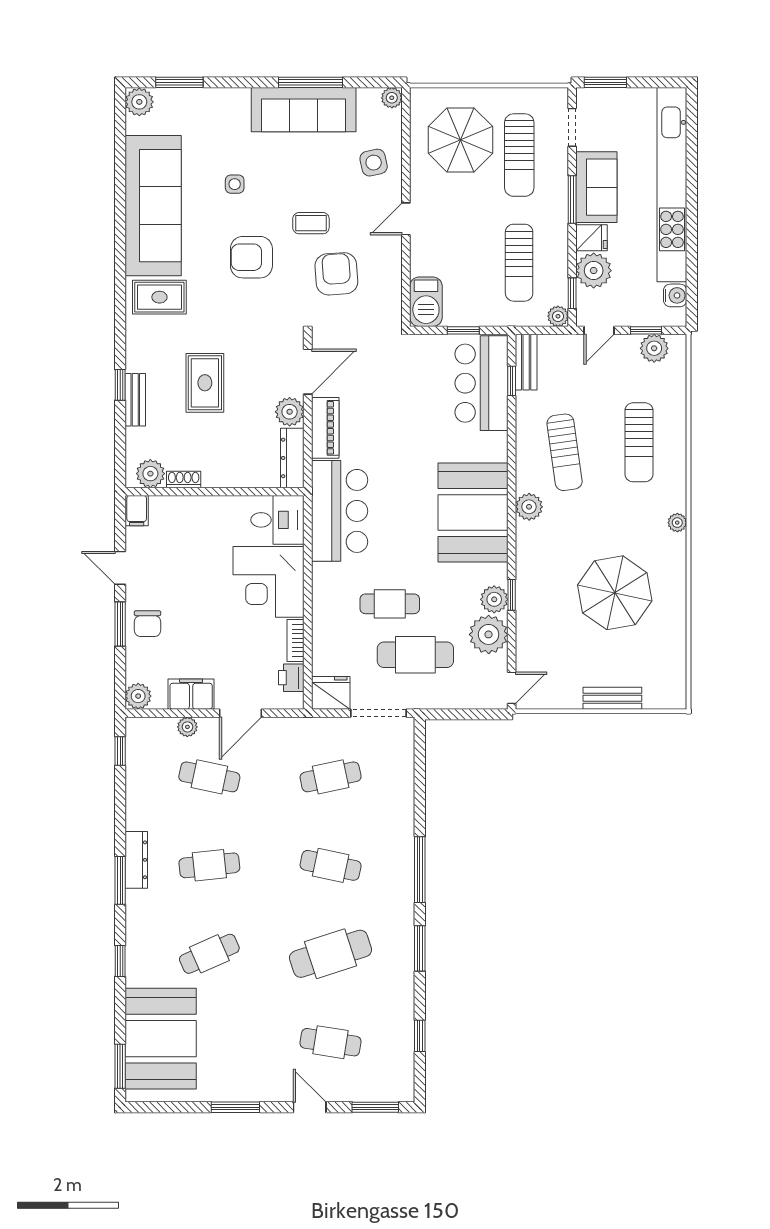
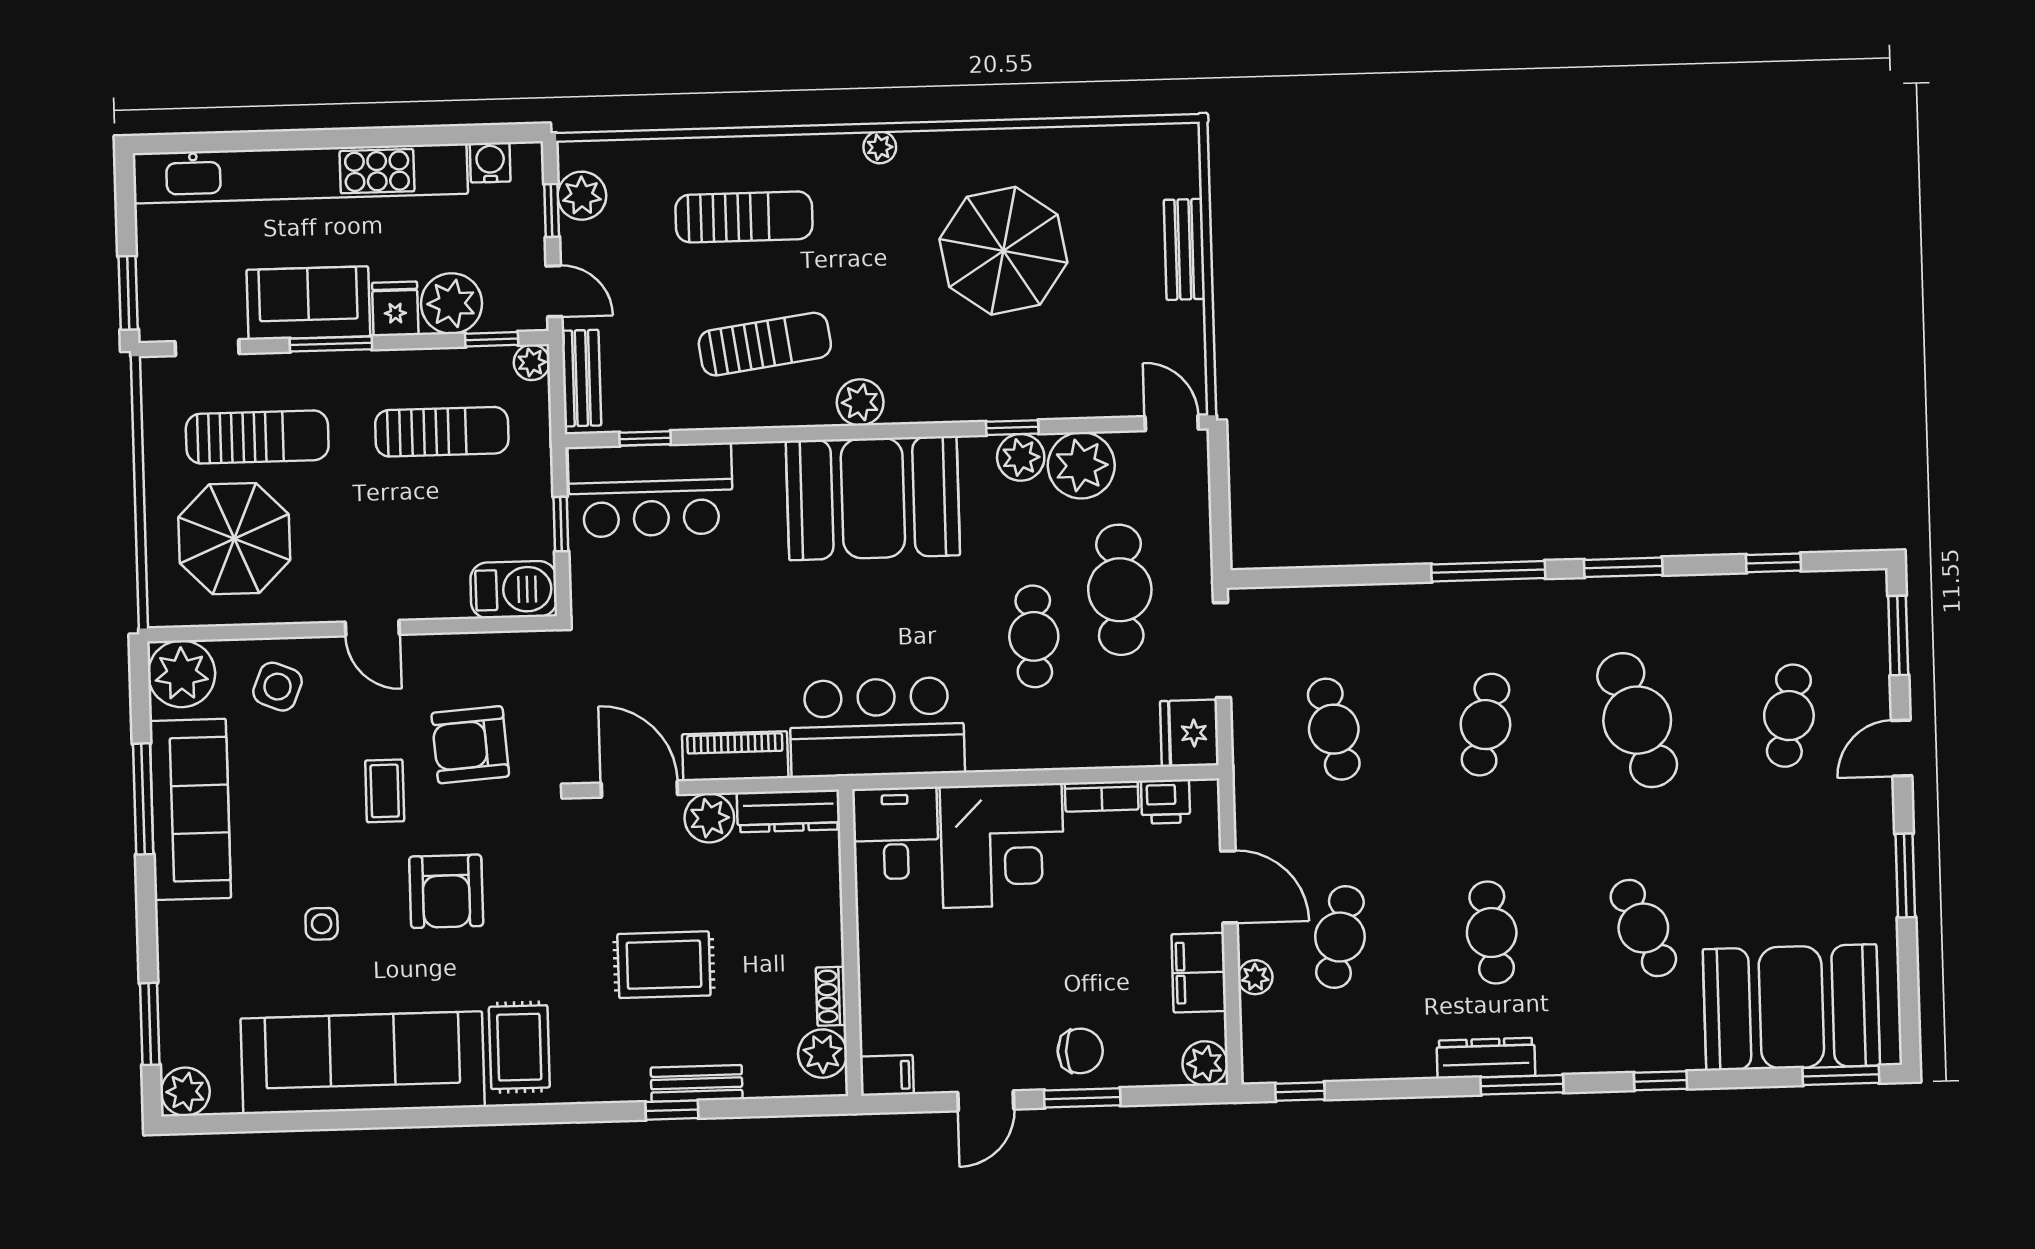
plant: (392, 98) -> (182, 674), width x1.88, depth x1.88
side table: (374, 163) -> (277, 687), turned 34
bench: (526, 362) -> (581, 378), moved, turned 90

